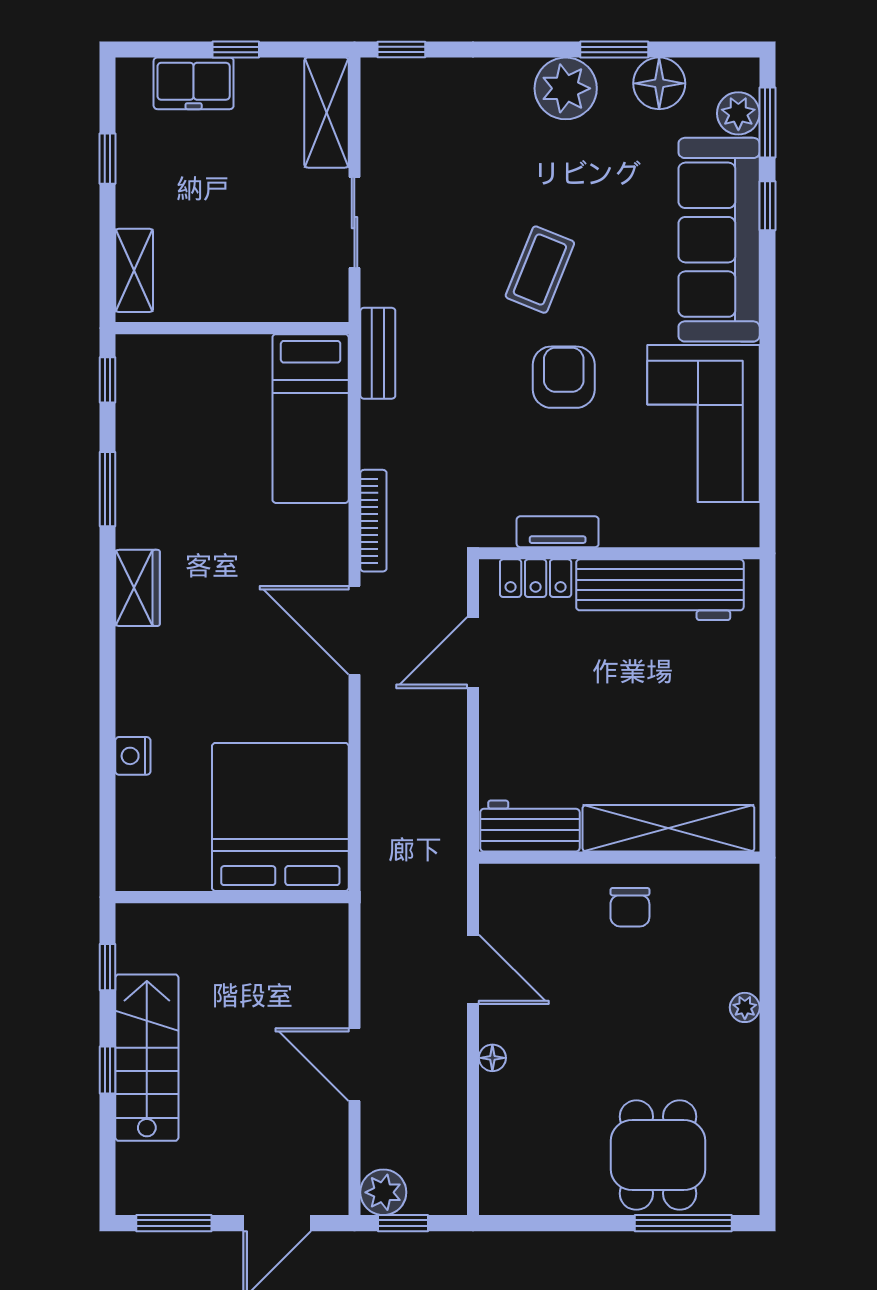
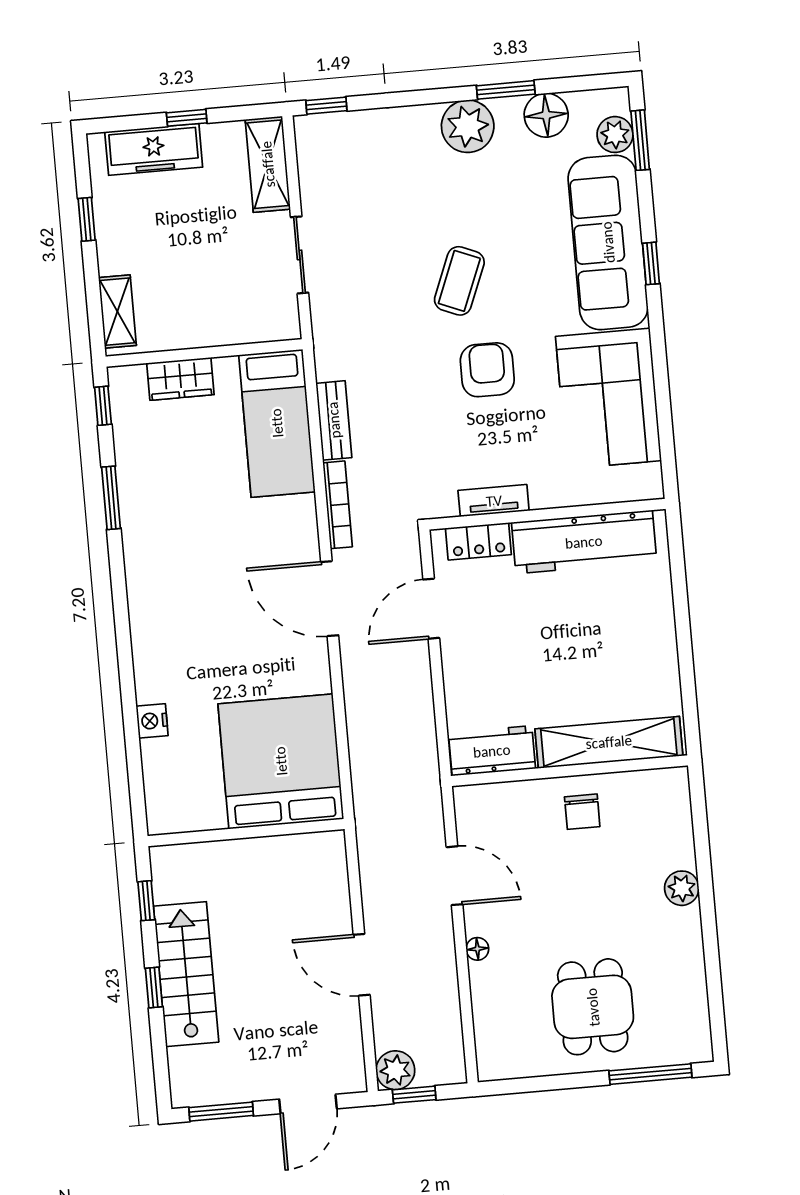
freezer: (194, 83) -> (154, 149), width x1.40
window: (767, 206) -> (651, 263), moved
bench: (378, 353) -> (334, 420), moved
wardrobe: (138, 588) -> (180, 379), moved, turned 90
plant: (745, 1007) -> (682, 888), width x1.38, depth x1.38
dining table: (658, 1155) -> (593, 1007), moved

